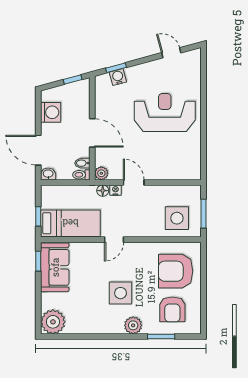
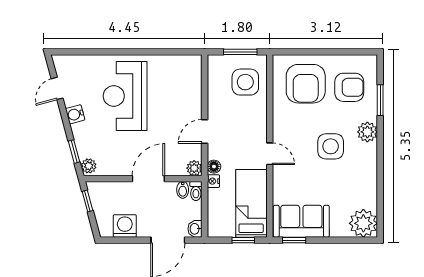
water cooler: (118, 77) -> (75, 114), moved
plant: (103, 81) -> (89, 166), added
nightstand: (115, 190) -> (213, 181), moved

